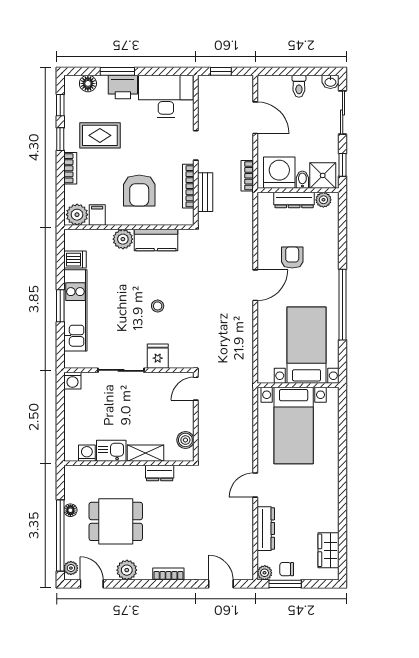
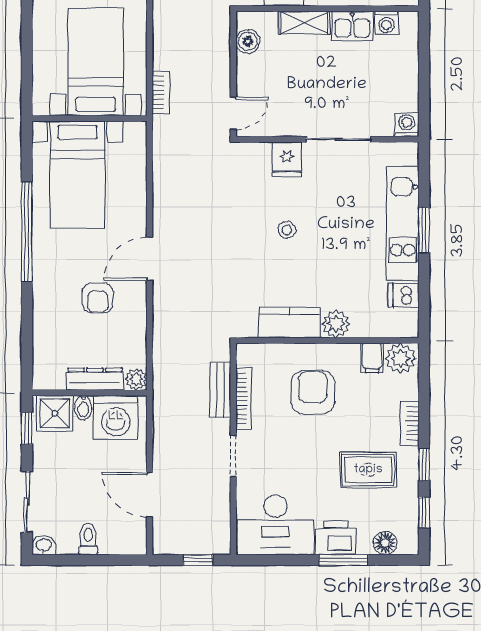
bookcase: (247, 176) -> (161, 92), moved
plant: (323, 200) -> (136, 379), moved

